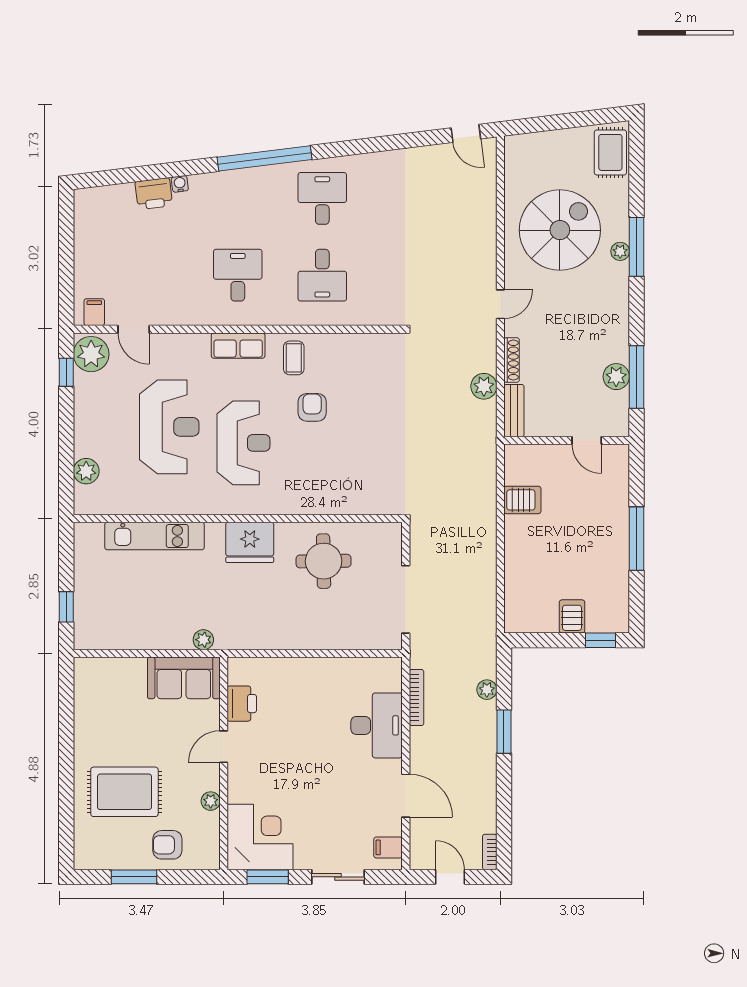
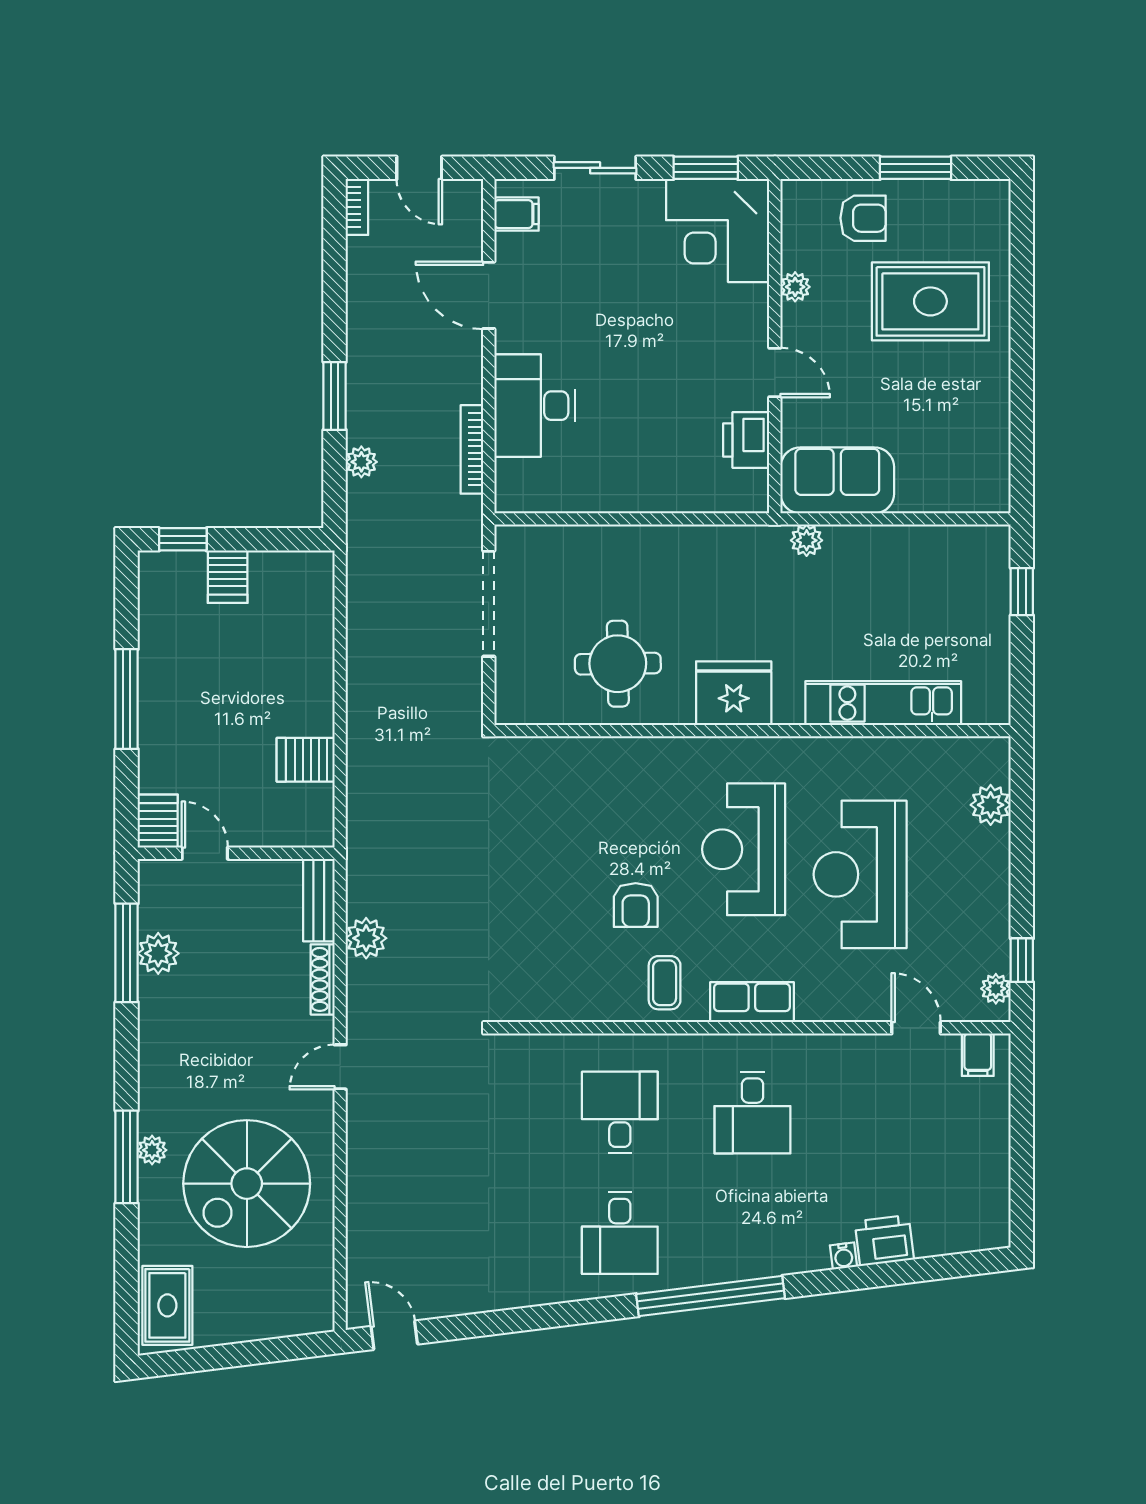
plant: (91, 354) -> (996, 989), width x0.53, depth x0.53
server rack: (617, 461) -> (158, 821), added
door: (224, 747) -> (775, 372), hinge flipped

